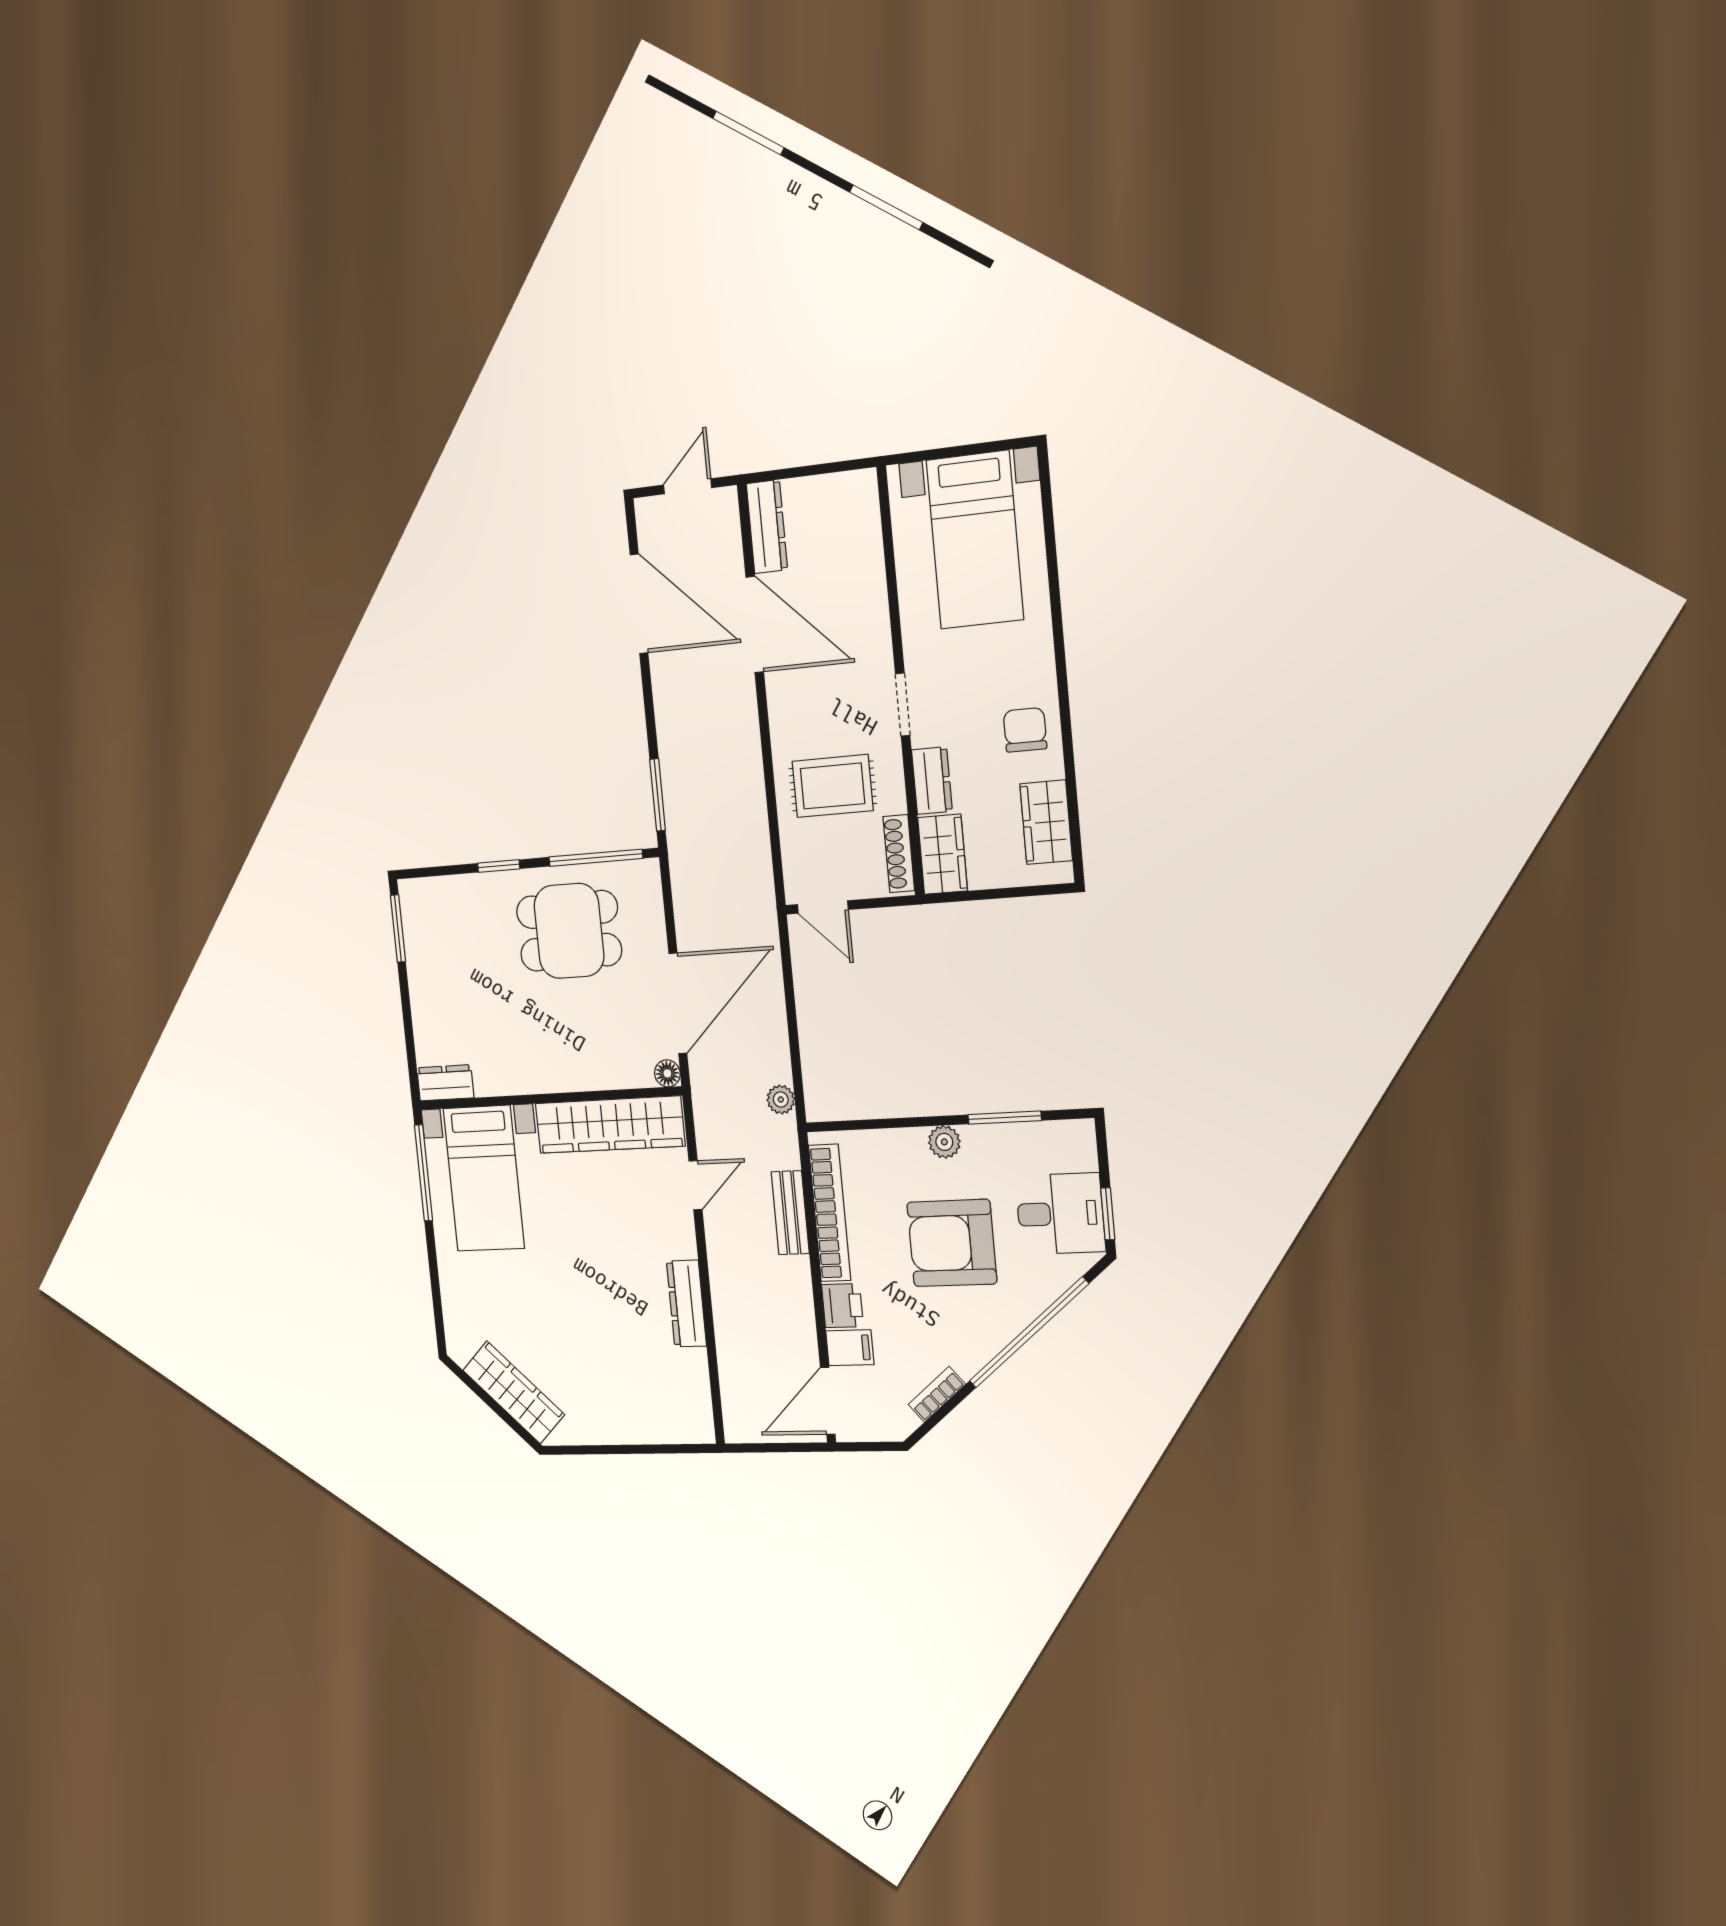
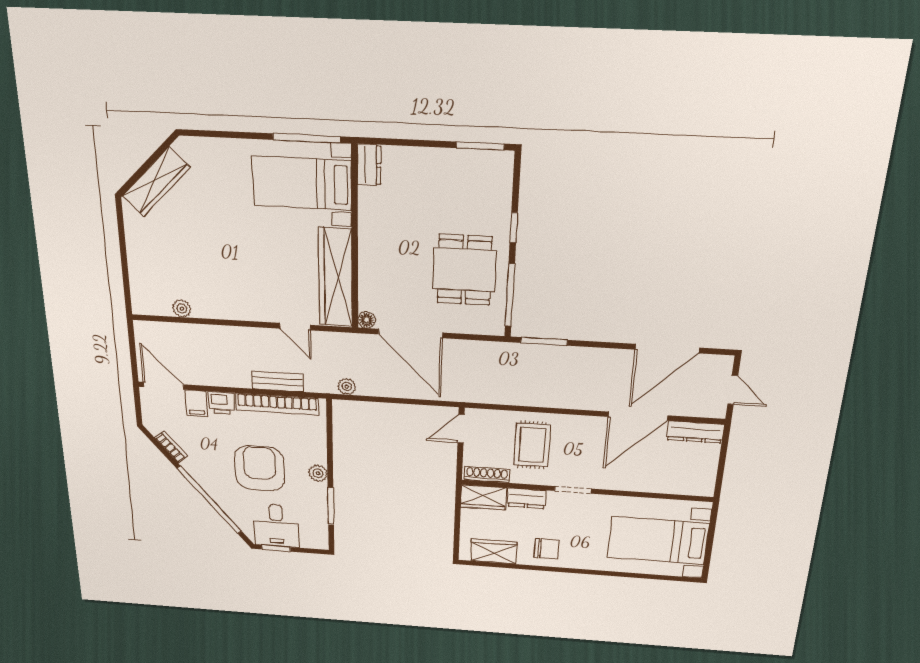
dresser: (687, 1304) -> (220, 309), removed
plant: (695, 1364) -> (182, 308), added

